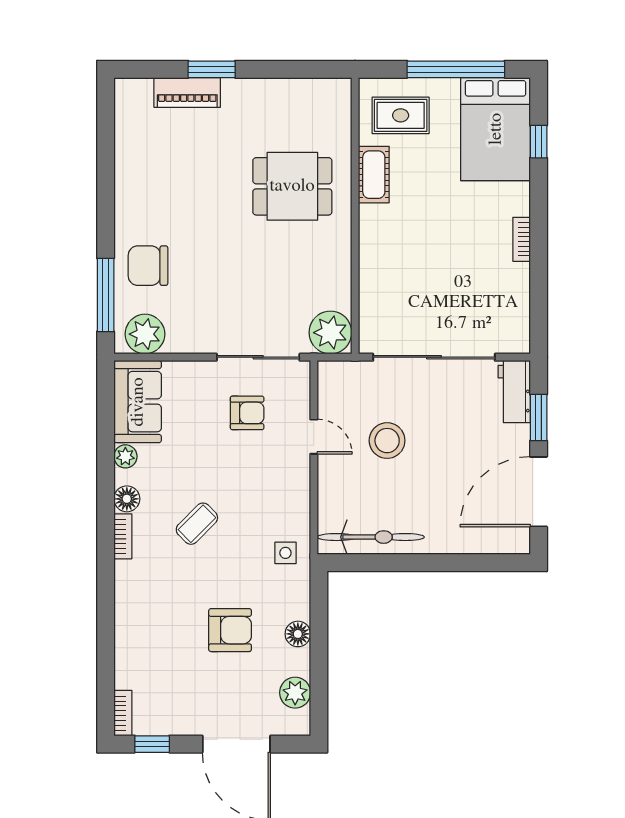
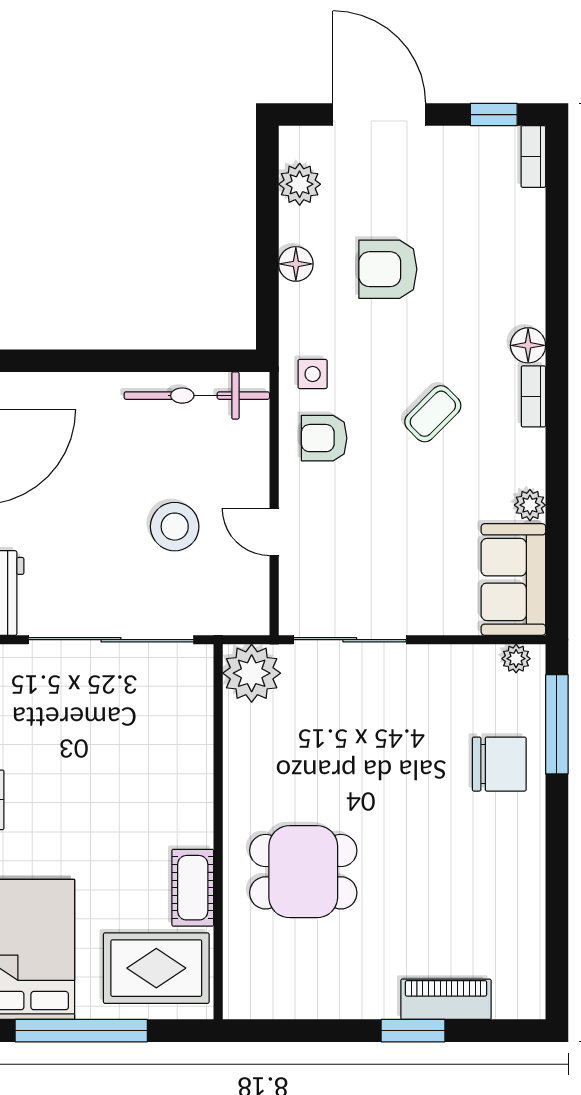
rug: (401, 115) -> (156, 968), width x1.36, depth x1.43
plant: (145, 334) -> (516, 659), width x0.53, depth x0.53
armchair: (247, 413) -> (324, 438), moved
floor lamp: (127, 499) -> (528, 345), moved

